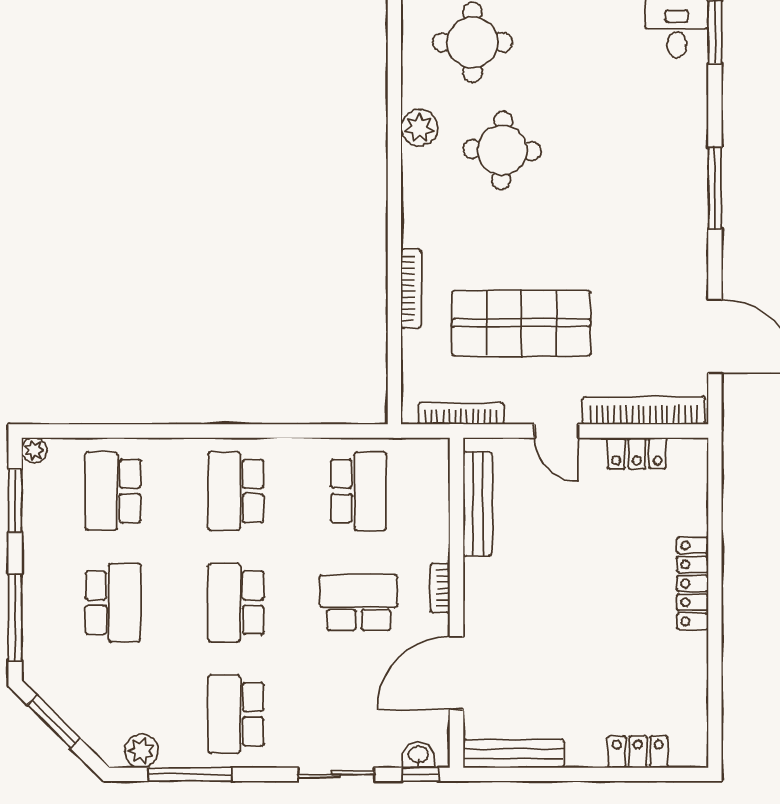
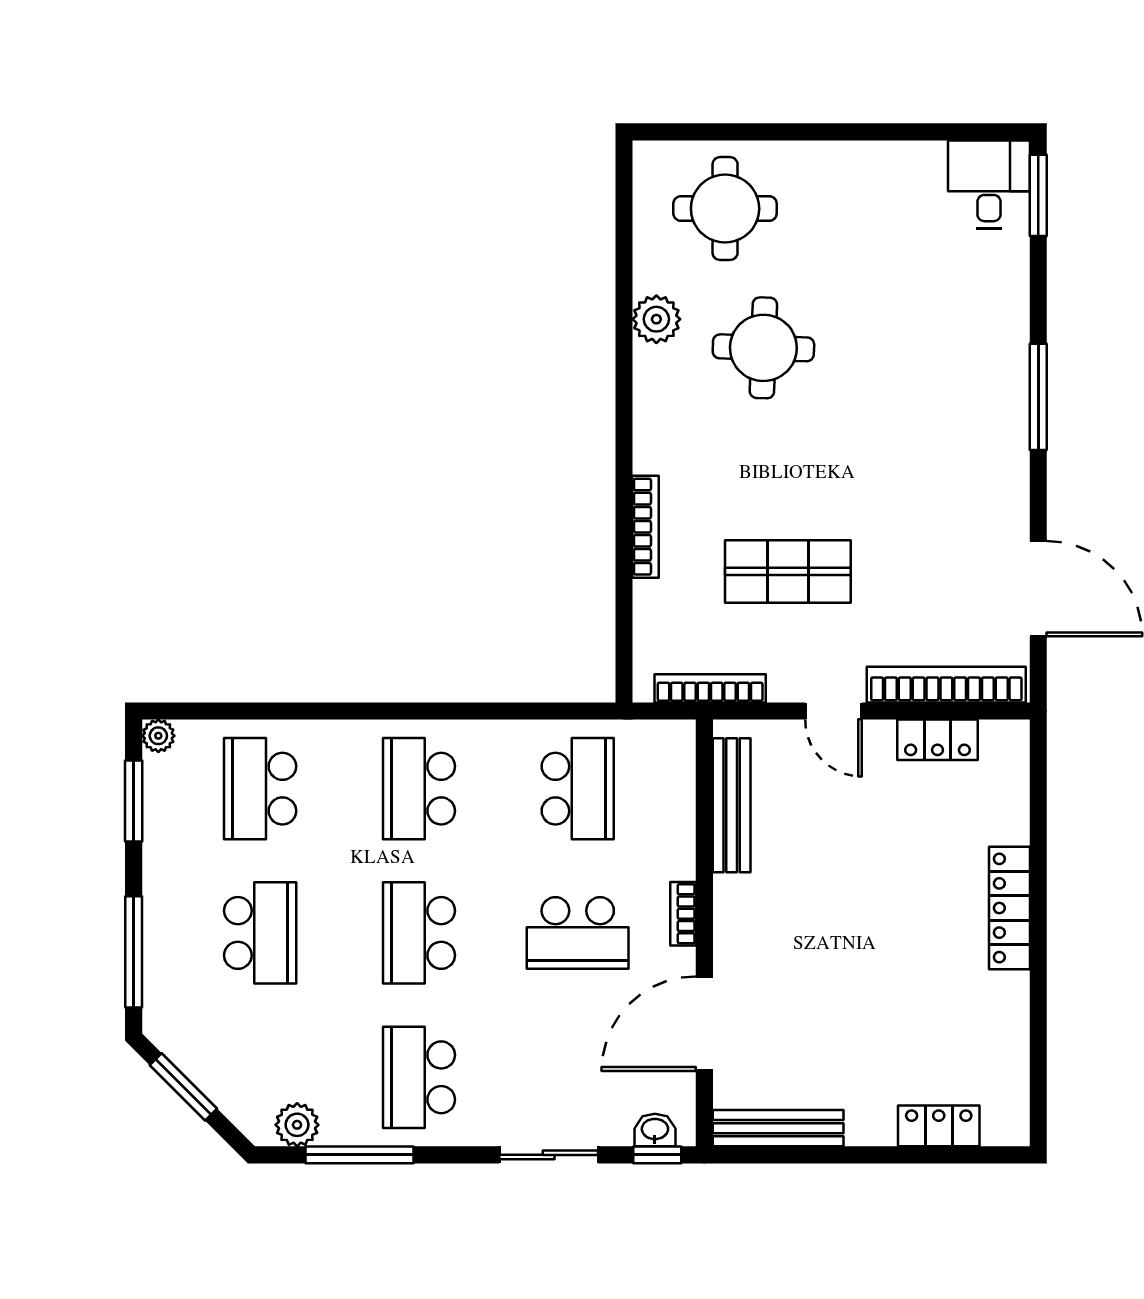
shop shelf: (521, 323) -> (788, 571), width x0.70, depth x0.74
school desk: (359, 603) -> (578, 933), turned 180

